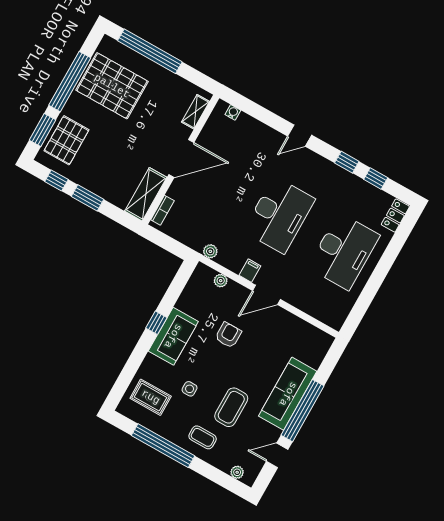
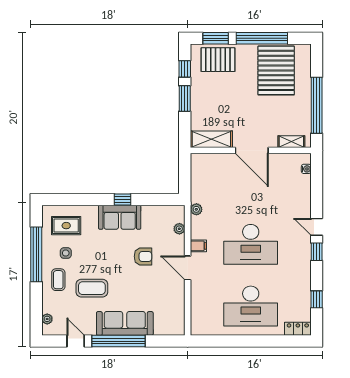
window: (150, 51) -> (317, 105), moved
window: (347, 162) -> (317, 252), moved
bookcase: (162, 210) -> (206, 158), removed
side table: (190, 389) -> (66, 253), moved
rug: (151, 397) -> (66, 226), turned 90

